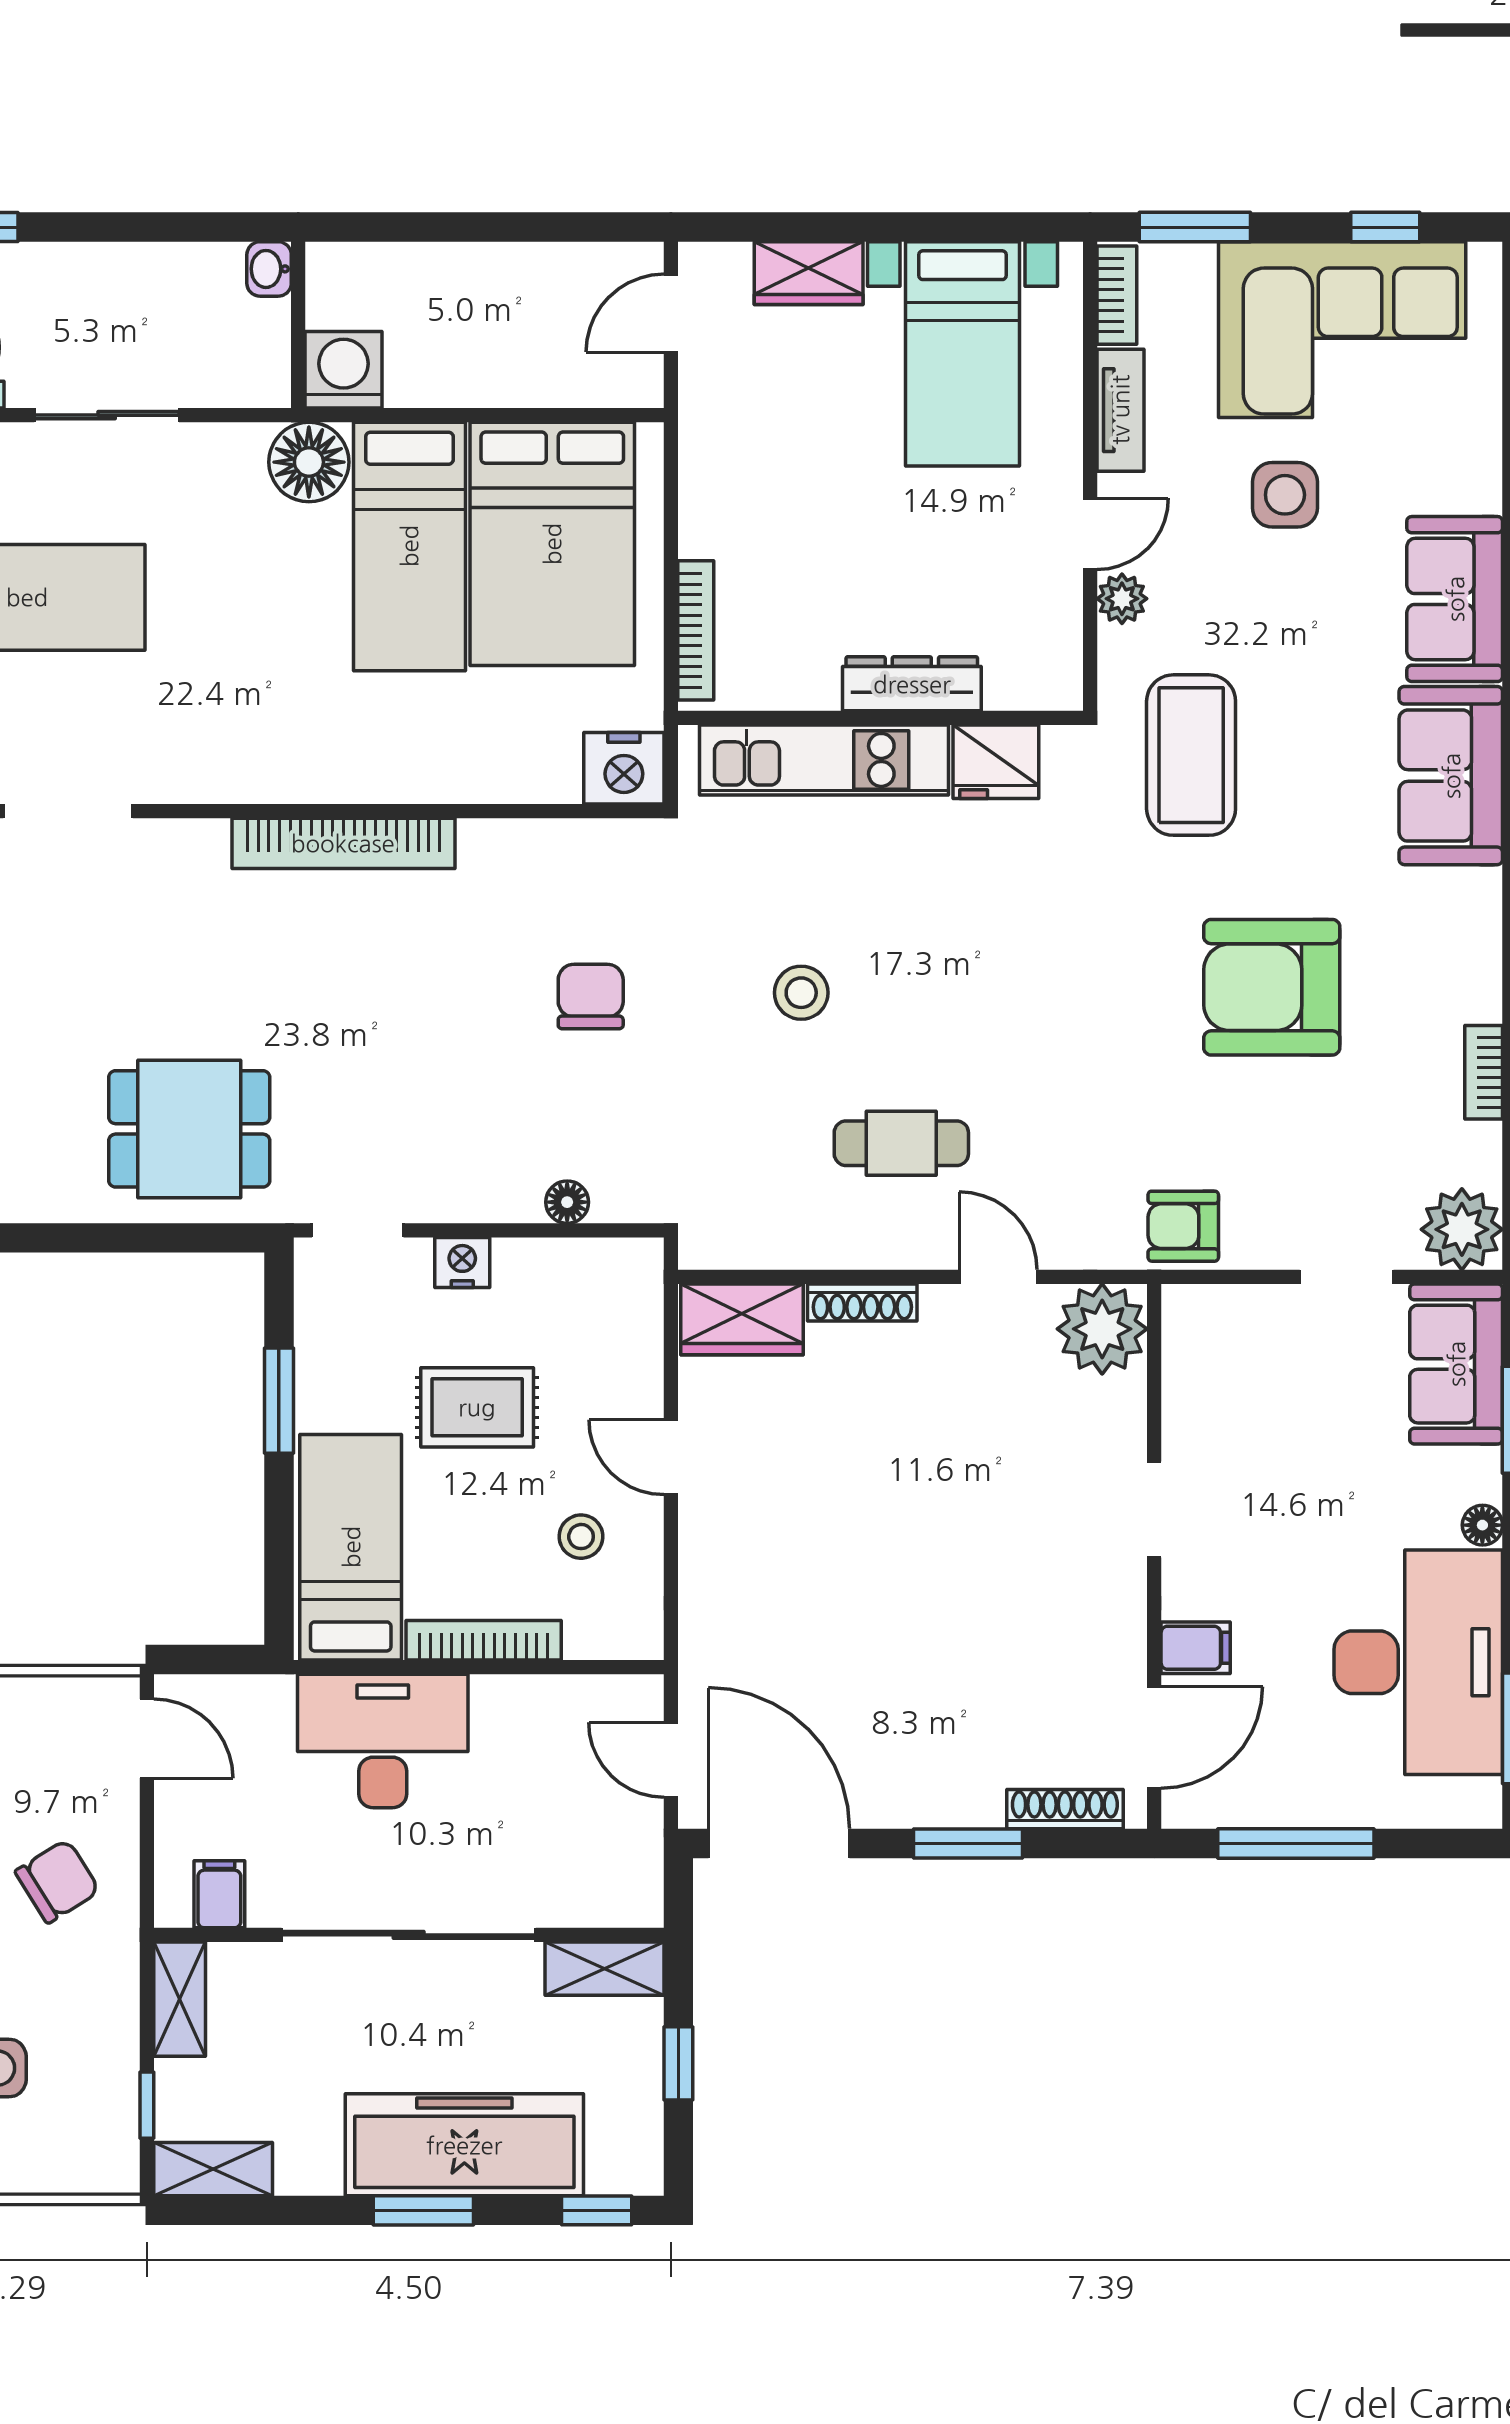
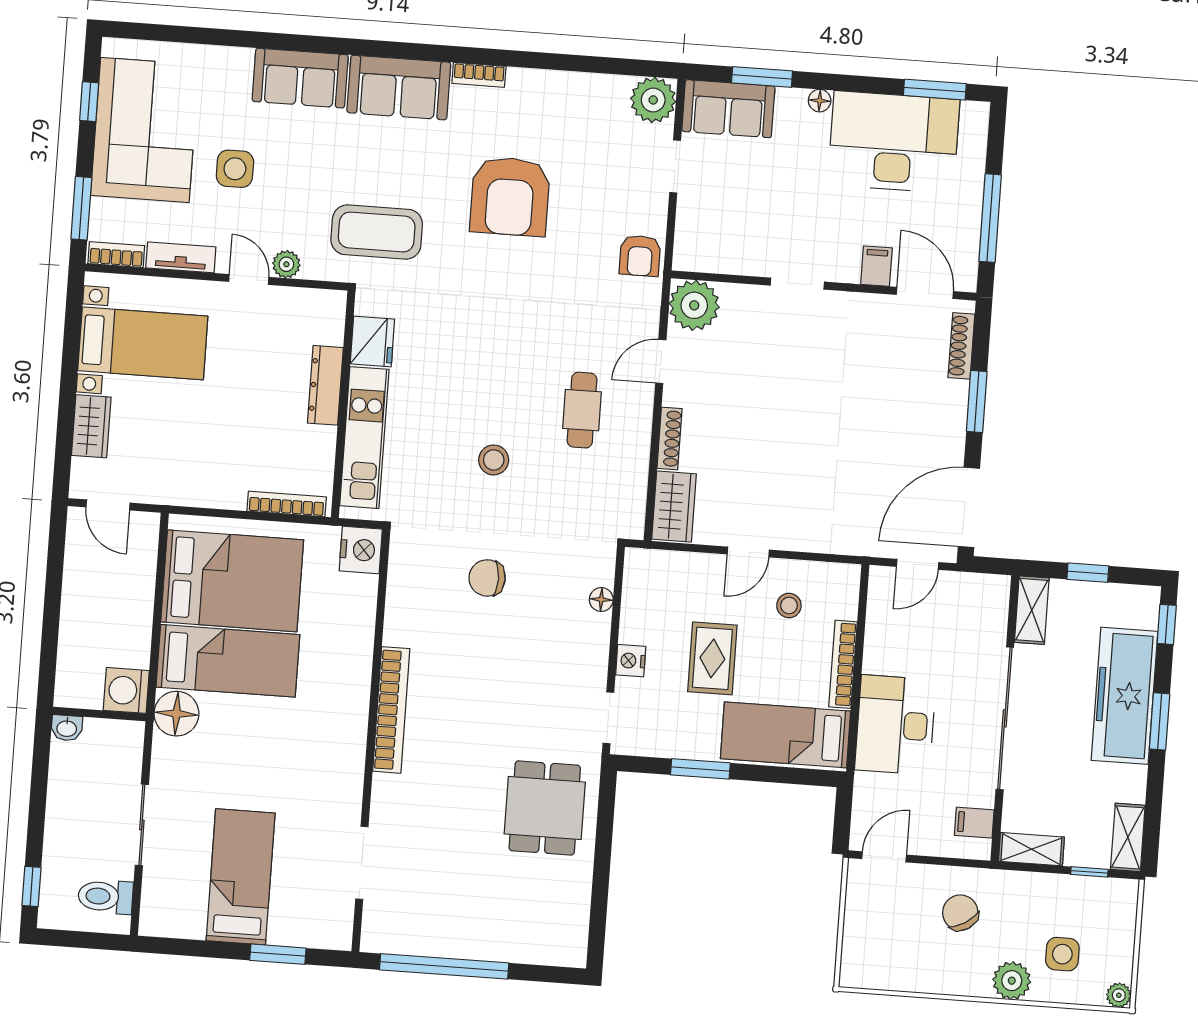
bookcase: (1484, 1072) -> (479, 75), moved

